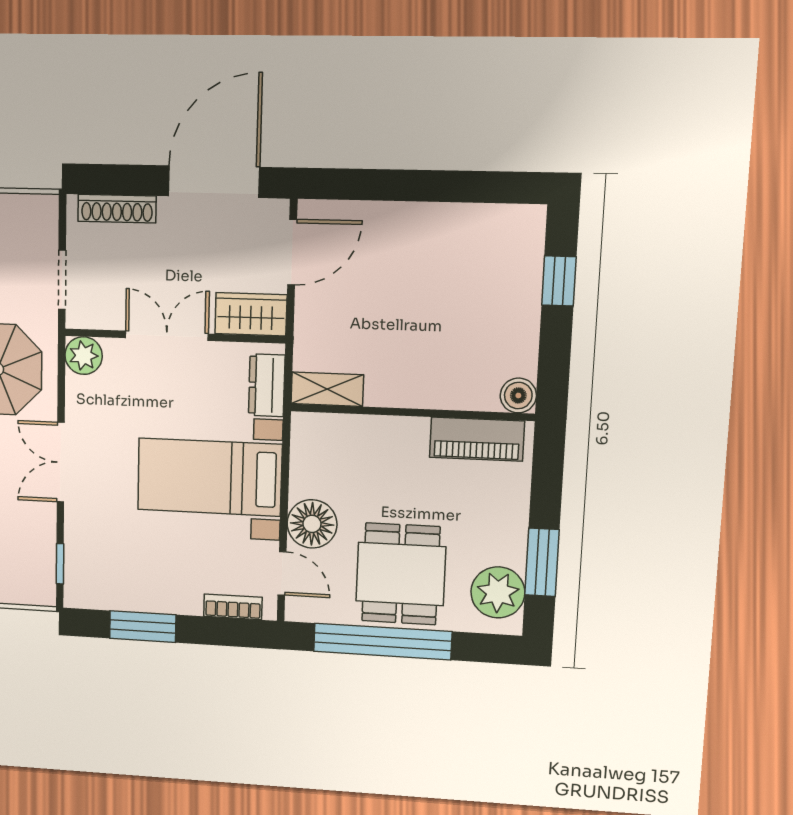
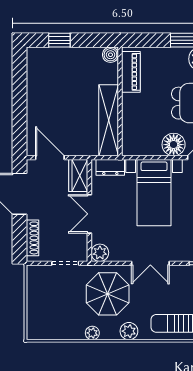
shelving: (327, 389) -> (109, 120), width x2.20, depth x1.33

